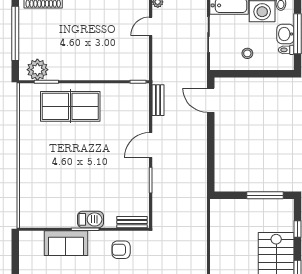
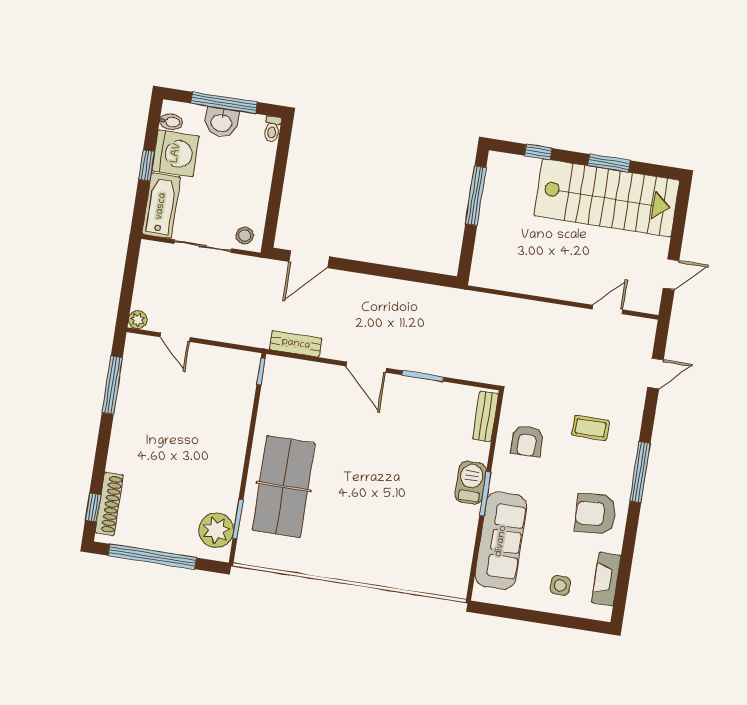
toilet: (286, 50) -> (272, 129), moved
stool: (247, 53) -> (245, 235), moved
sofa: (66, 243) -> (501, 541), width x1.36

